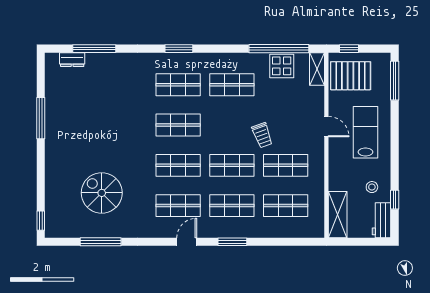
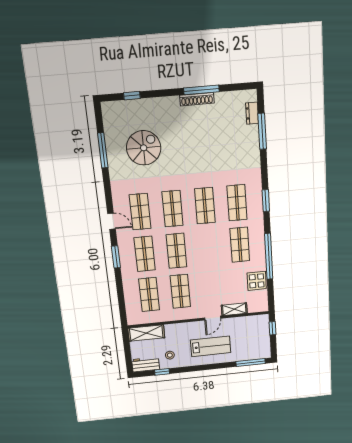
window: (279, 49) -> (269, 256), moved
shelving: (317, 69) -> (234, 309), moved
pallet: (351, 76) -> (252, 331), removed
shoe rack: (51, 124) -> (197, 99), added
trolley: (262, 135) -> (202, 272), removed
window: (41, 221) -> (132, 96), moved

